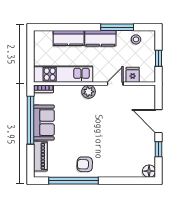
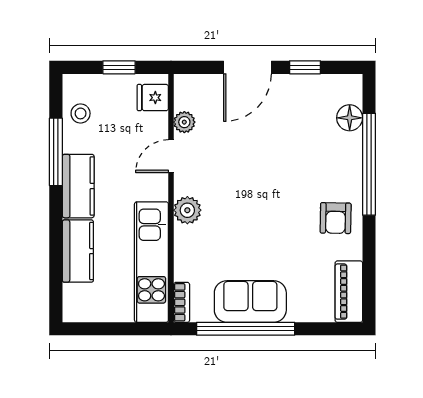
fridge: (133, 75) -> (153, 98), moved
door: (115, 84) -> (171, 156), hinge flipped
plant: (132, 90) -> (184, 122), added
piano: (40, 156) -> (349, 292), moved, turned -90
floor lamp: (149, 171) -> (350, 118), moved
window: (73, 181) -> (369, 164), moved

